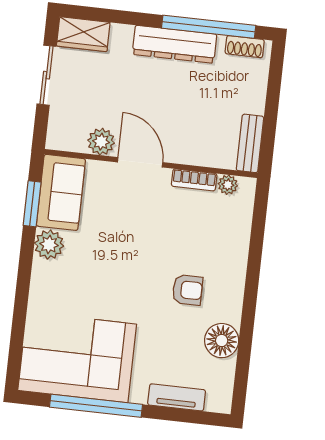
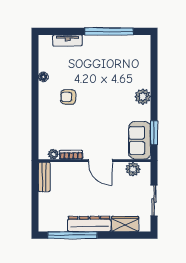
wardrobe: (83, 34) -> (125, 224), moved
shoe rack: (245, 47) -> (53, 227), removed
plant: (101, 142) -> (133, 169), moved
plant: (49, 245) -> (143, 97), moved
floor lamp: (222, 341) -> (43, 77), width x0.53, depth x0.53
corner sofa: (77, 357) -> (122, 56), removed

